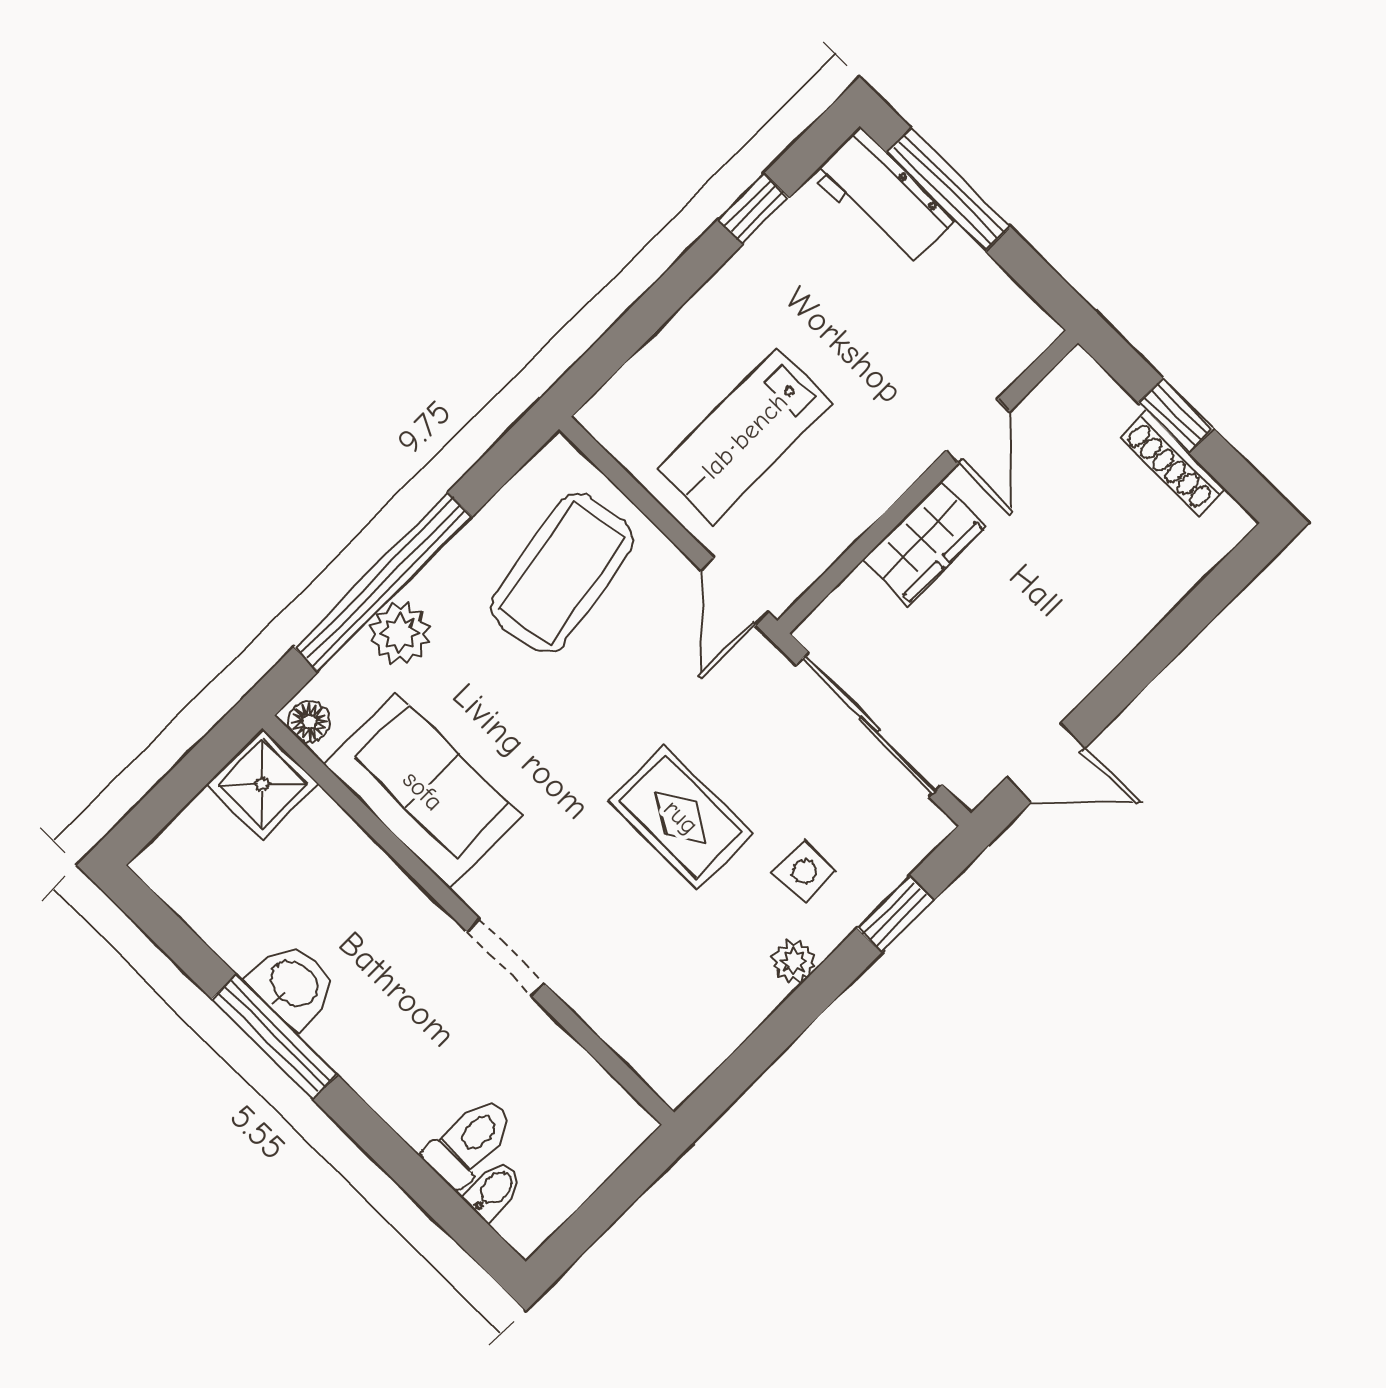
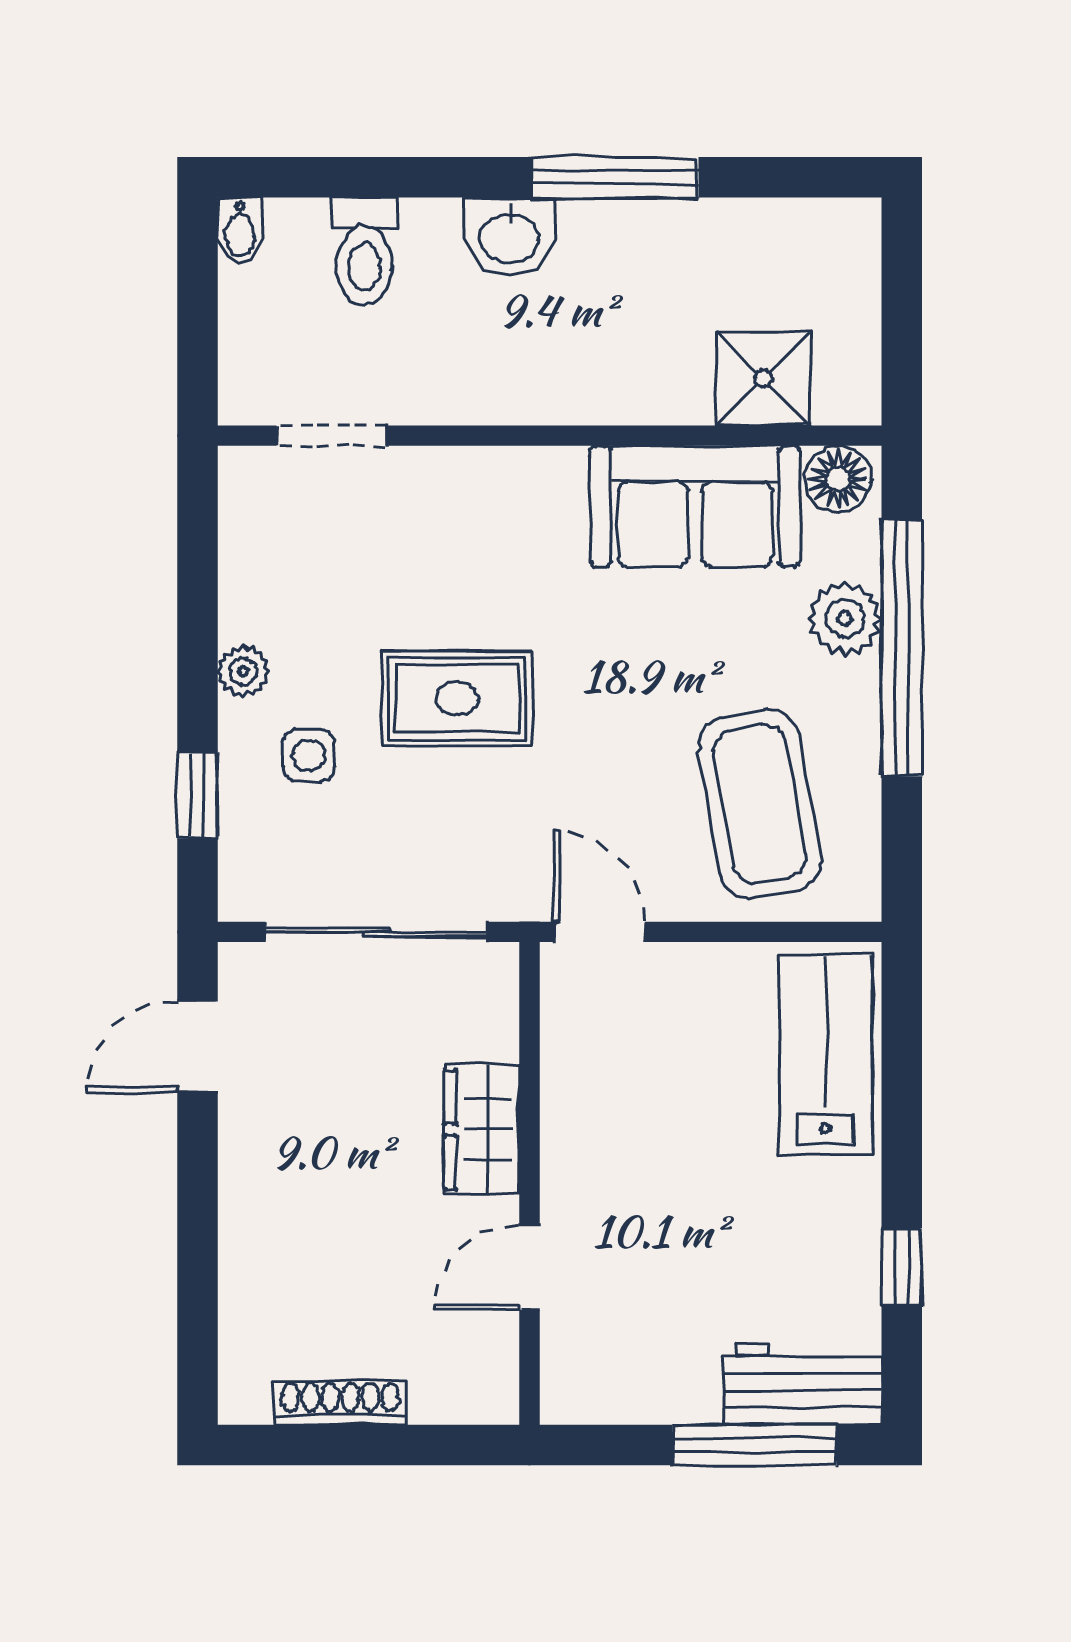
window: (1176, 416) -> (377, 1445), removed
door: (978, 431) -> (529, 1267), hinge flipped
lab bench: (745, 436) -> (826, 1055), moved
floor lamp: (309, 722) -> (838, 479), width x1.37, depth x1.37
shower: (262, 784) -> (763, 379), moved
doorway: (506, 957) -> (331, 436), moved
washbasin: (293, 985) -> (509, 236), moved
bidet: (494, 1191) -> (240, 230), moved

